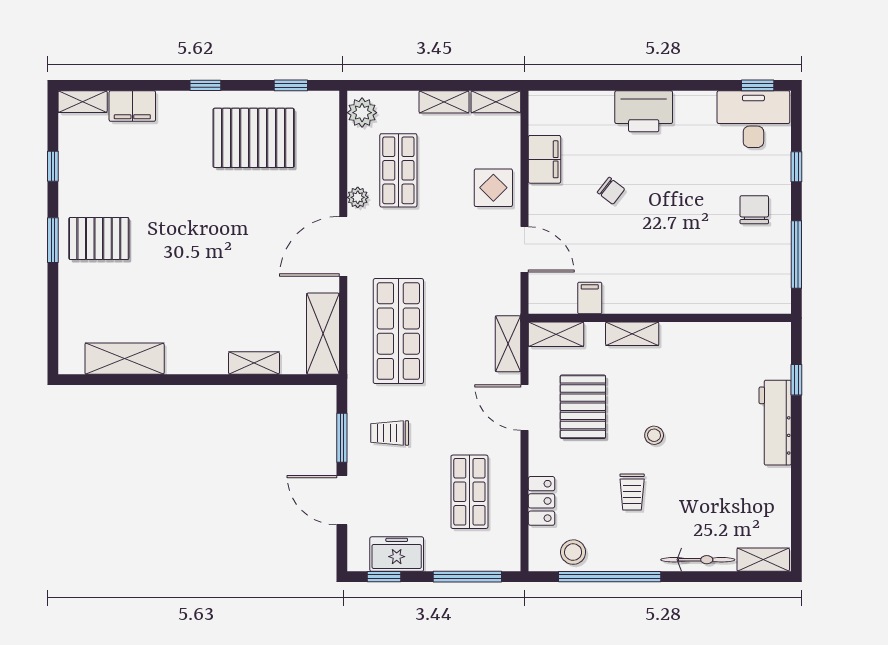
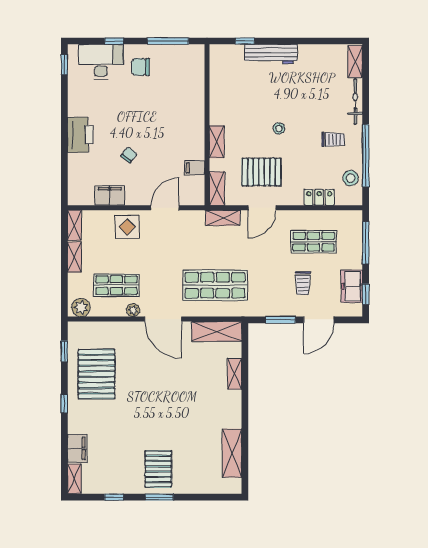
desk: (753, 119) -> (101, 62), moved, turned 90
trolley: (390, 433) -> (303, 283), moved
trolley: (632, 492) -> (333, 139), moved

